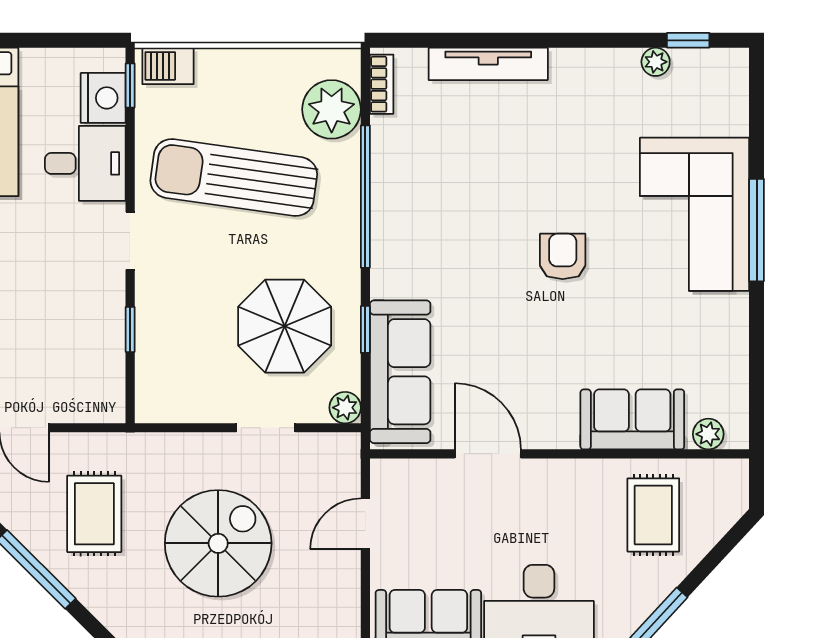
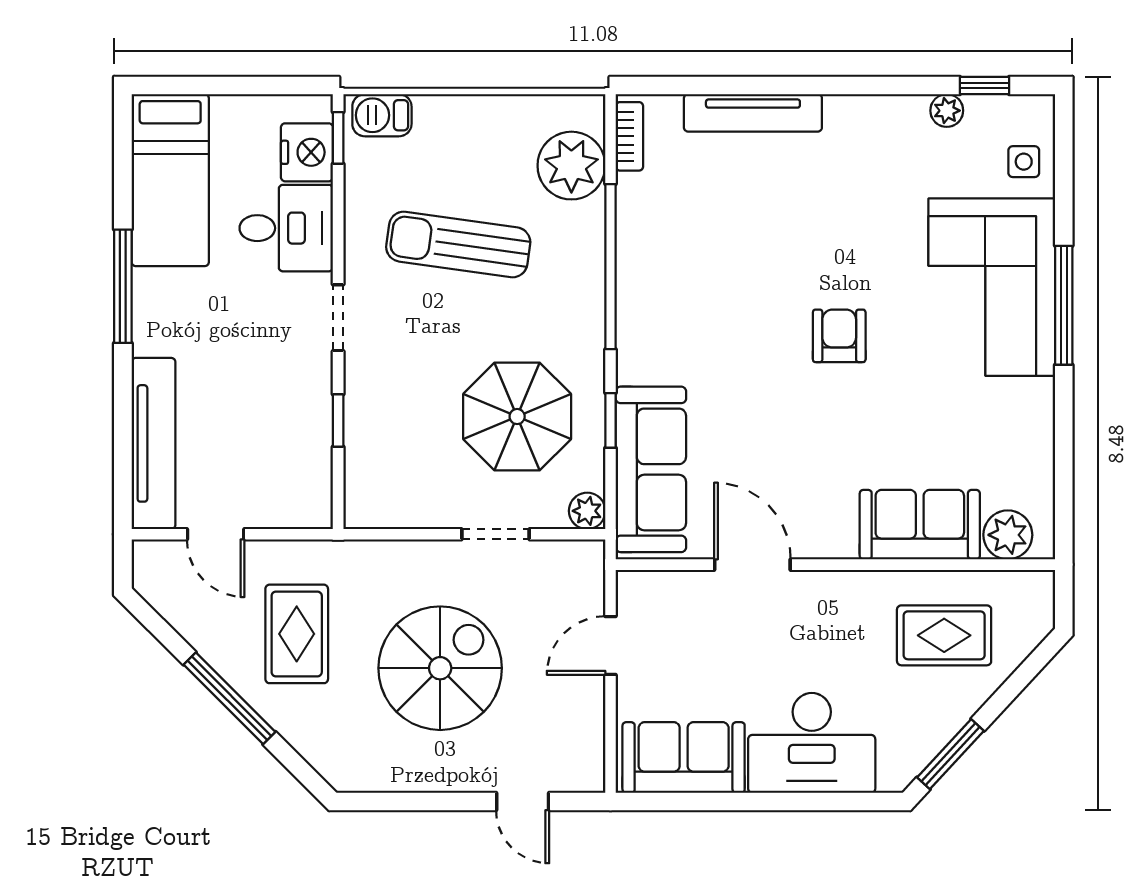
side table: (722, 106) -> (1024, 162), added
sun lounger: (234, 178) -> (458, 244), width x0.73, depth x0.75
plant: (708, 434) -> (1008, 535), width x1.38, depth x1.38
rug: (653, 515) -> (944, 635), turned 90

